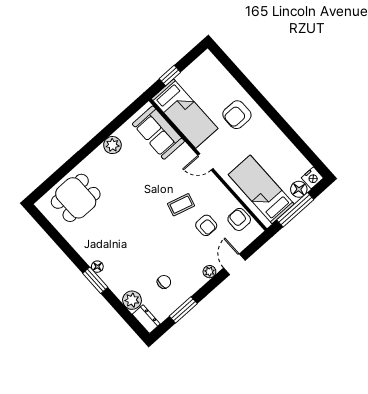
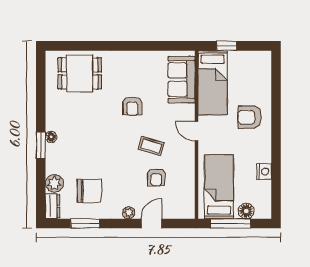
plant: (112, 145) -> (140, 59), removed
nightstand: (312, 178) -> (264, 172), moved, turned -90
armchair: (239, 219) -> (132, 106), moved, turned 180
chair: (164, 282) -> (89, 191), width x1.87, depth x1.87

